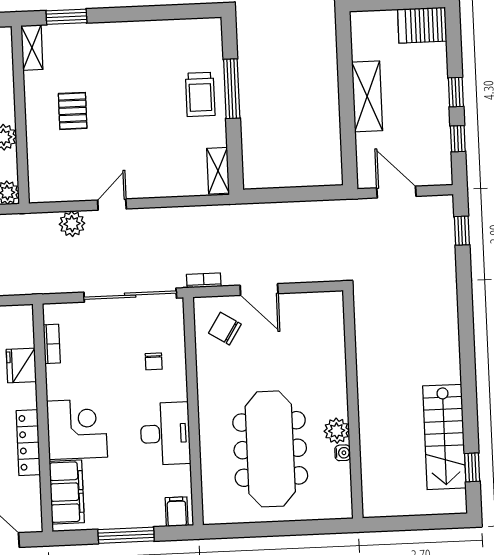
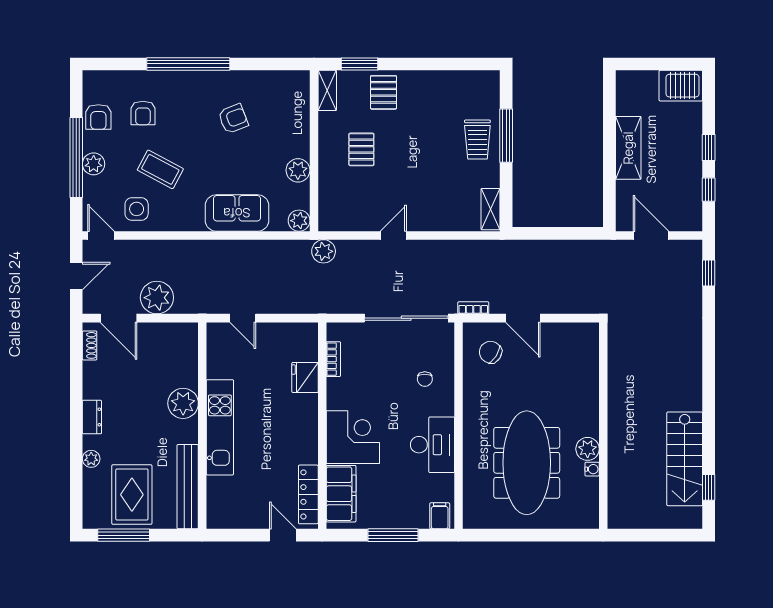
pallet: (94, 47) -> (384, 92), added
plant: (72, 224) -> (324, 251), moved
locker: (28, 443) -> (308, 494), moved

